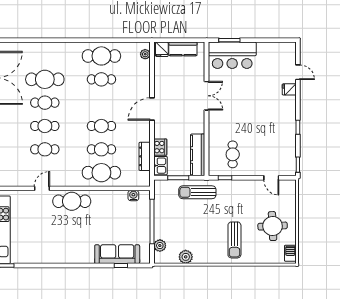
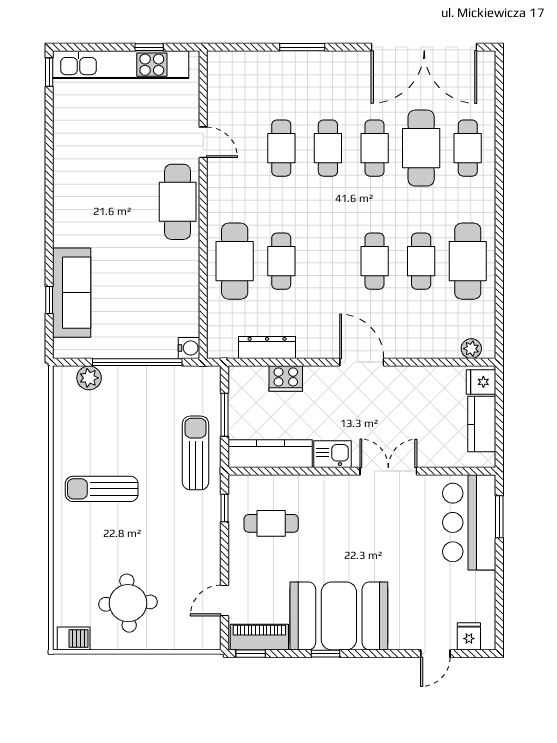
cafe table: (45, 56) -> (468, 148), added
fridge: (289, 89) -> (469, 636), moved
double door: (207, 96) -> (388, 471), swing flipped
booth: (279, 120) -> (339, 616), added
cafe table: (101, 126) -> (375, 261), moved
piano: (290, 160) -> (259, 637), added
kitchen sink: (160, 166) -> (333, 454), moved, turned 180
water cooler: (133, 196) -> (189, 348), moved
sun lounger: (234, 240) -> (102, 489), moved
plant: (186, 257) -> (66, 430), removed

